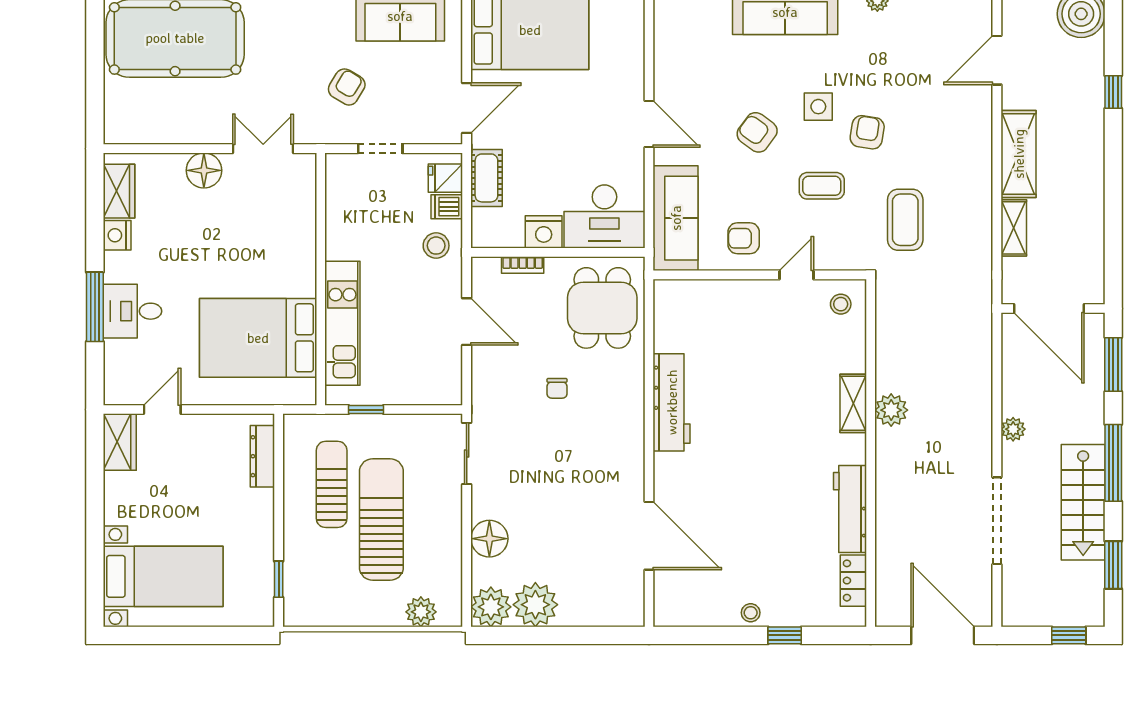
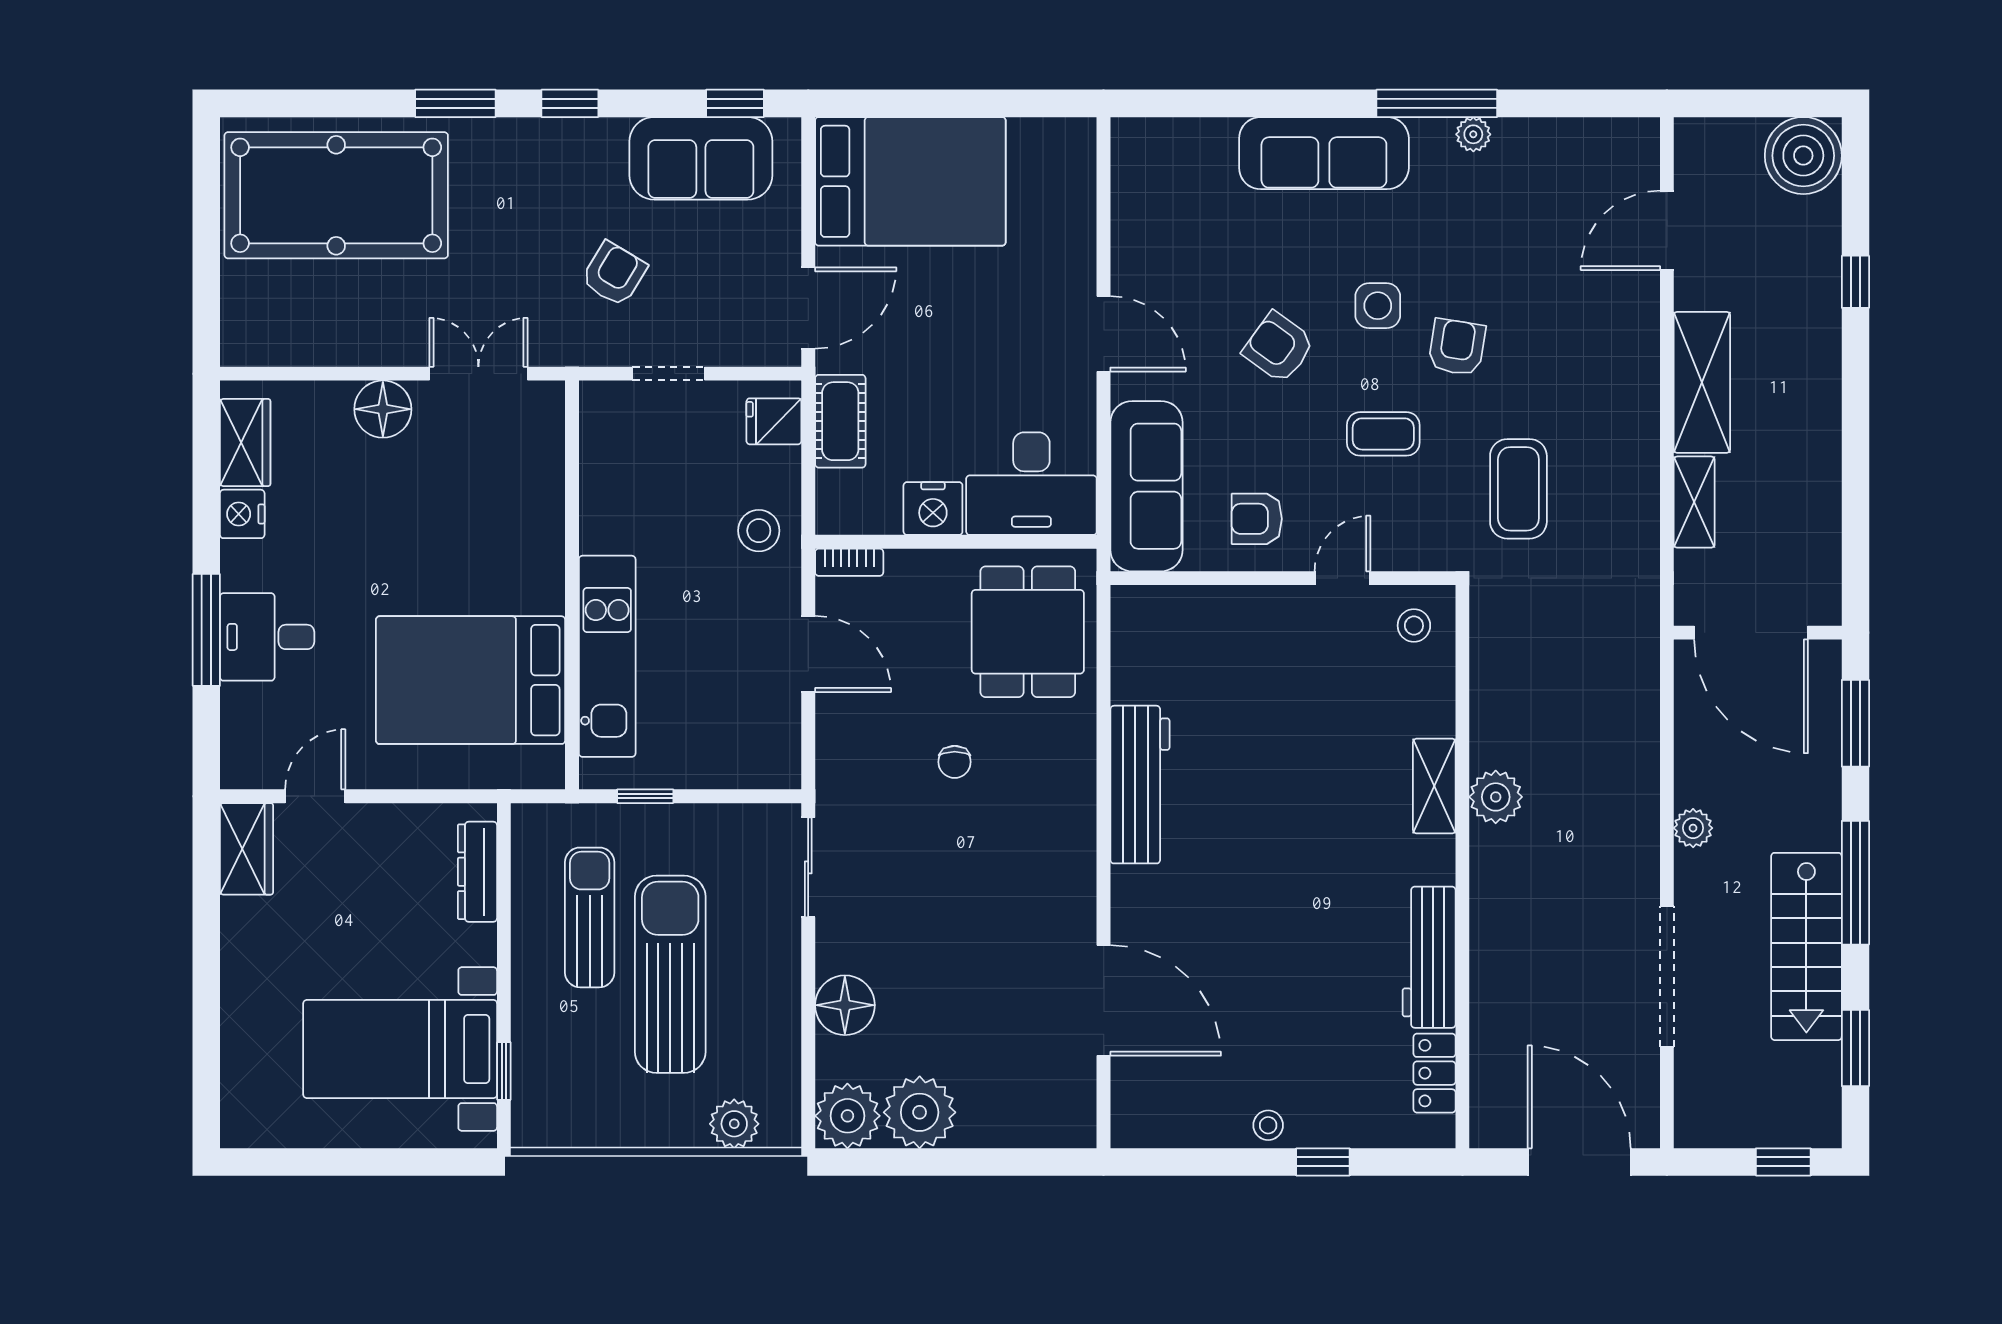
dishwasher: (447, 207) -> (776, 468), removed
bookcase: (523, 265) -> (849, 562), moved
bed with nightstands: (163, 576) -> (400, 1049), moved, turned 180

